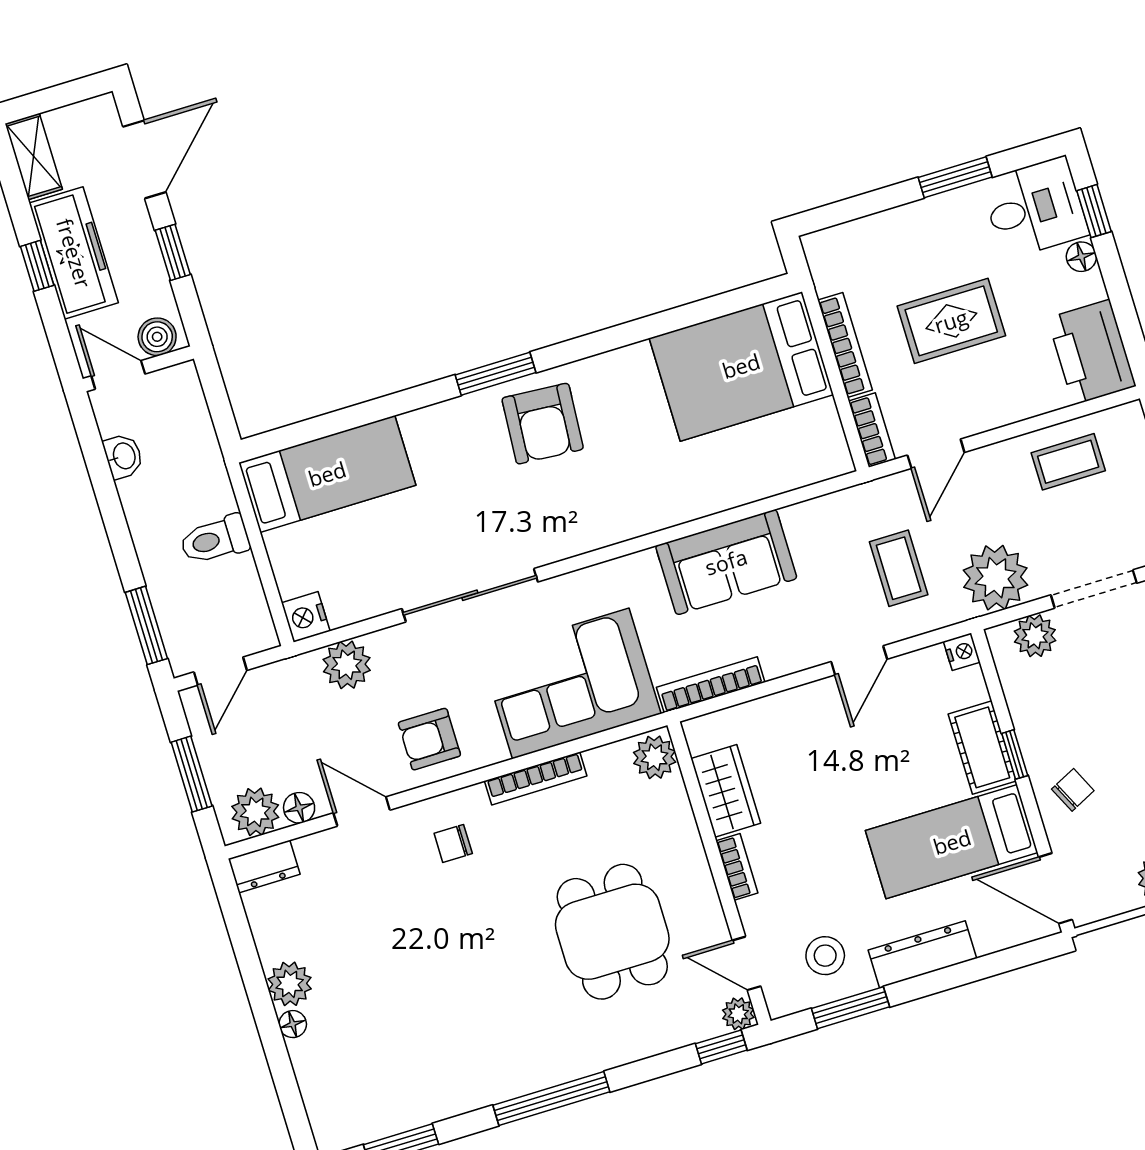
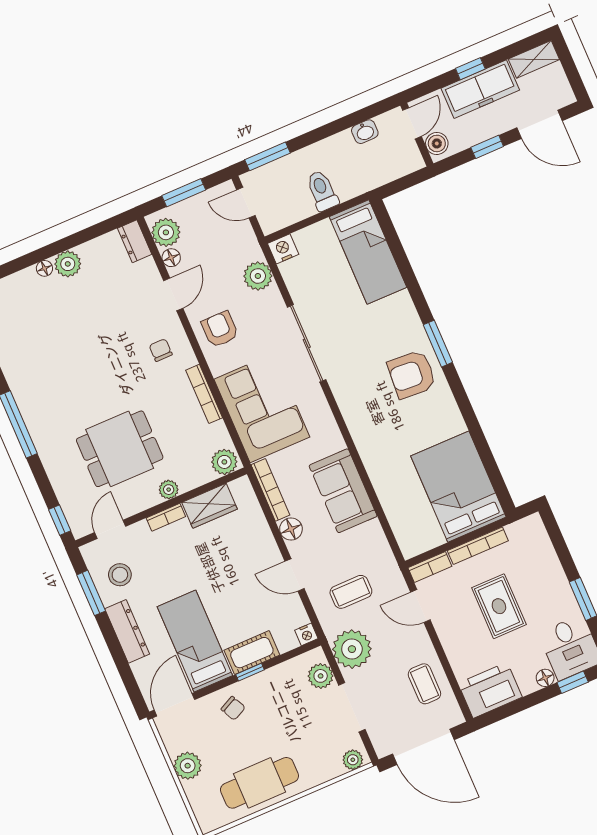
floor lamp: (781, 658) -> (291, 529), added
plant: (738, 1014) -> (169, 490), moved

